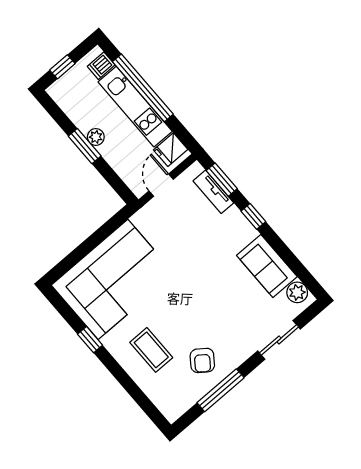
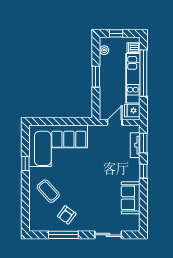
plant: (96, 137) -> (104, 50), moved
plant: (297, 292) -> (134, 221), removed
coffee table: (151, 350) -> (48, 191), turned -42

